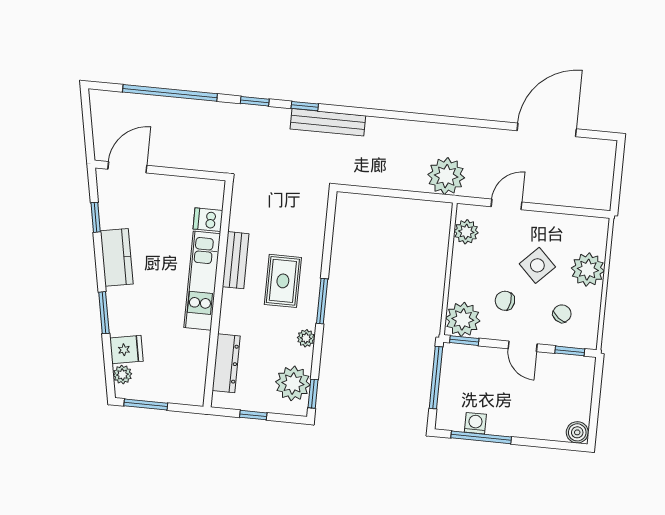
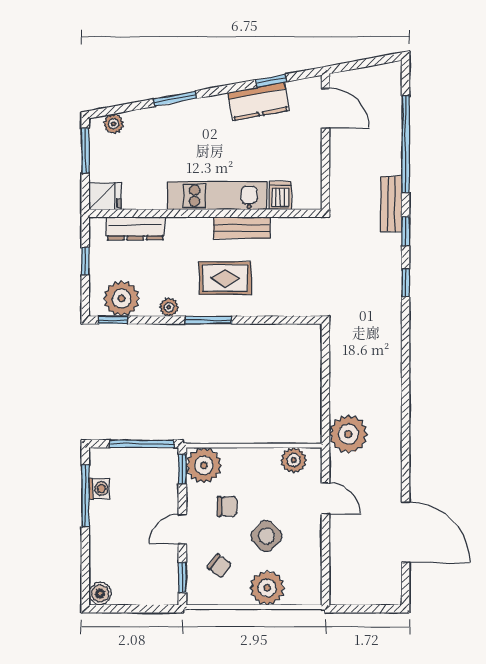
bench: (328, 122) -> (391, 204), moved, width x0.73
kitchen counter: (117, 257) -> (258, 101), moved
chair: (505, 301) -> (227, 506), turned 82
fridge: (126, 350) -> (105, 196), moved, turned -79

